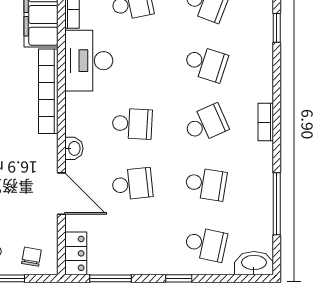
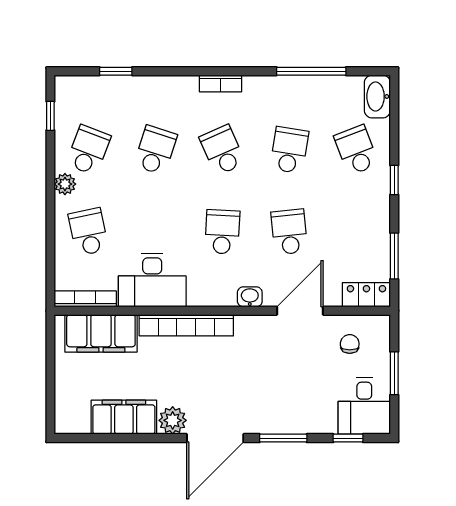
school desk: (206, 244) -> (356, 150), turned -33
chair: (31, 257) -> (350, 344), moved, turned 80

